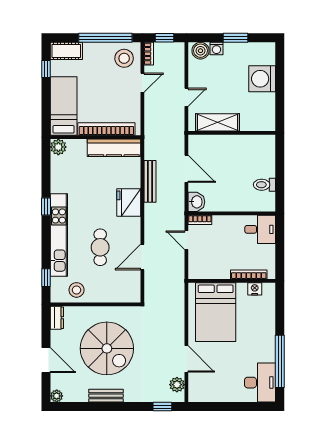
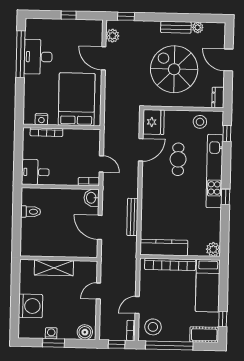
washing machine: (216, 49) -> (51, 333), moved
shelving: (218, 122) -> (54, 268), moved
fridge: (129, 203) -> (153, 122), moved
desk: (260, 383) -> (38, 57), moved
plant: (57, 396) -> (198, 27), moved
window: (227, 407) -> (69, 15), added

